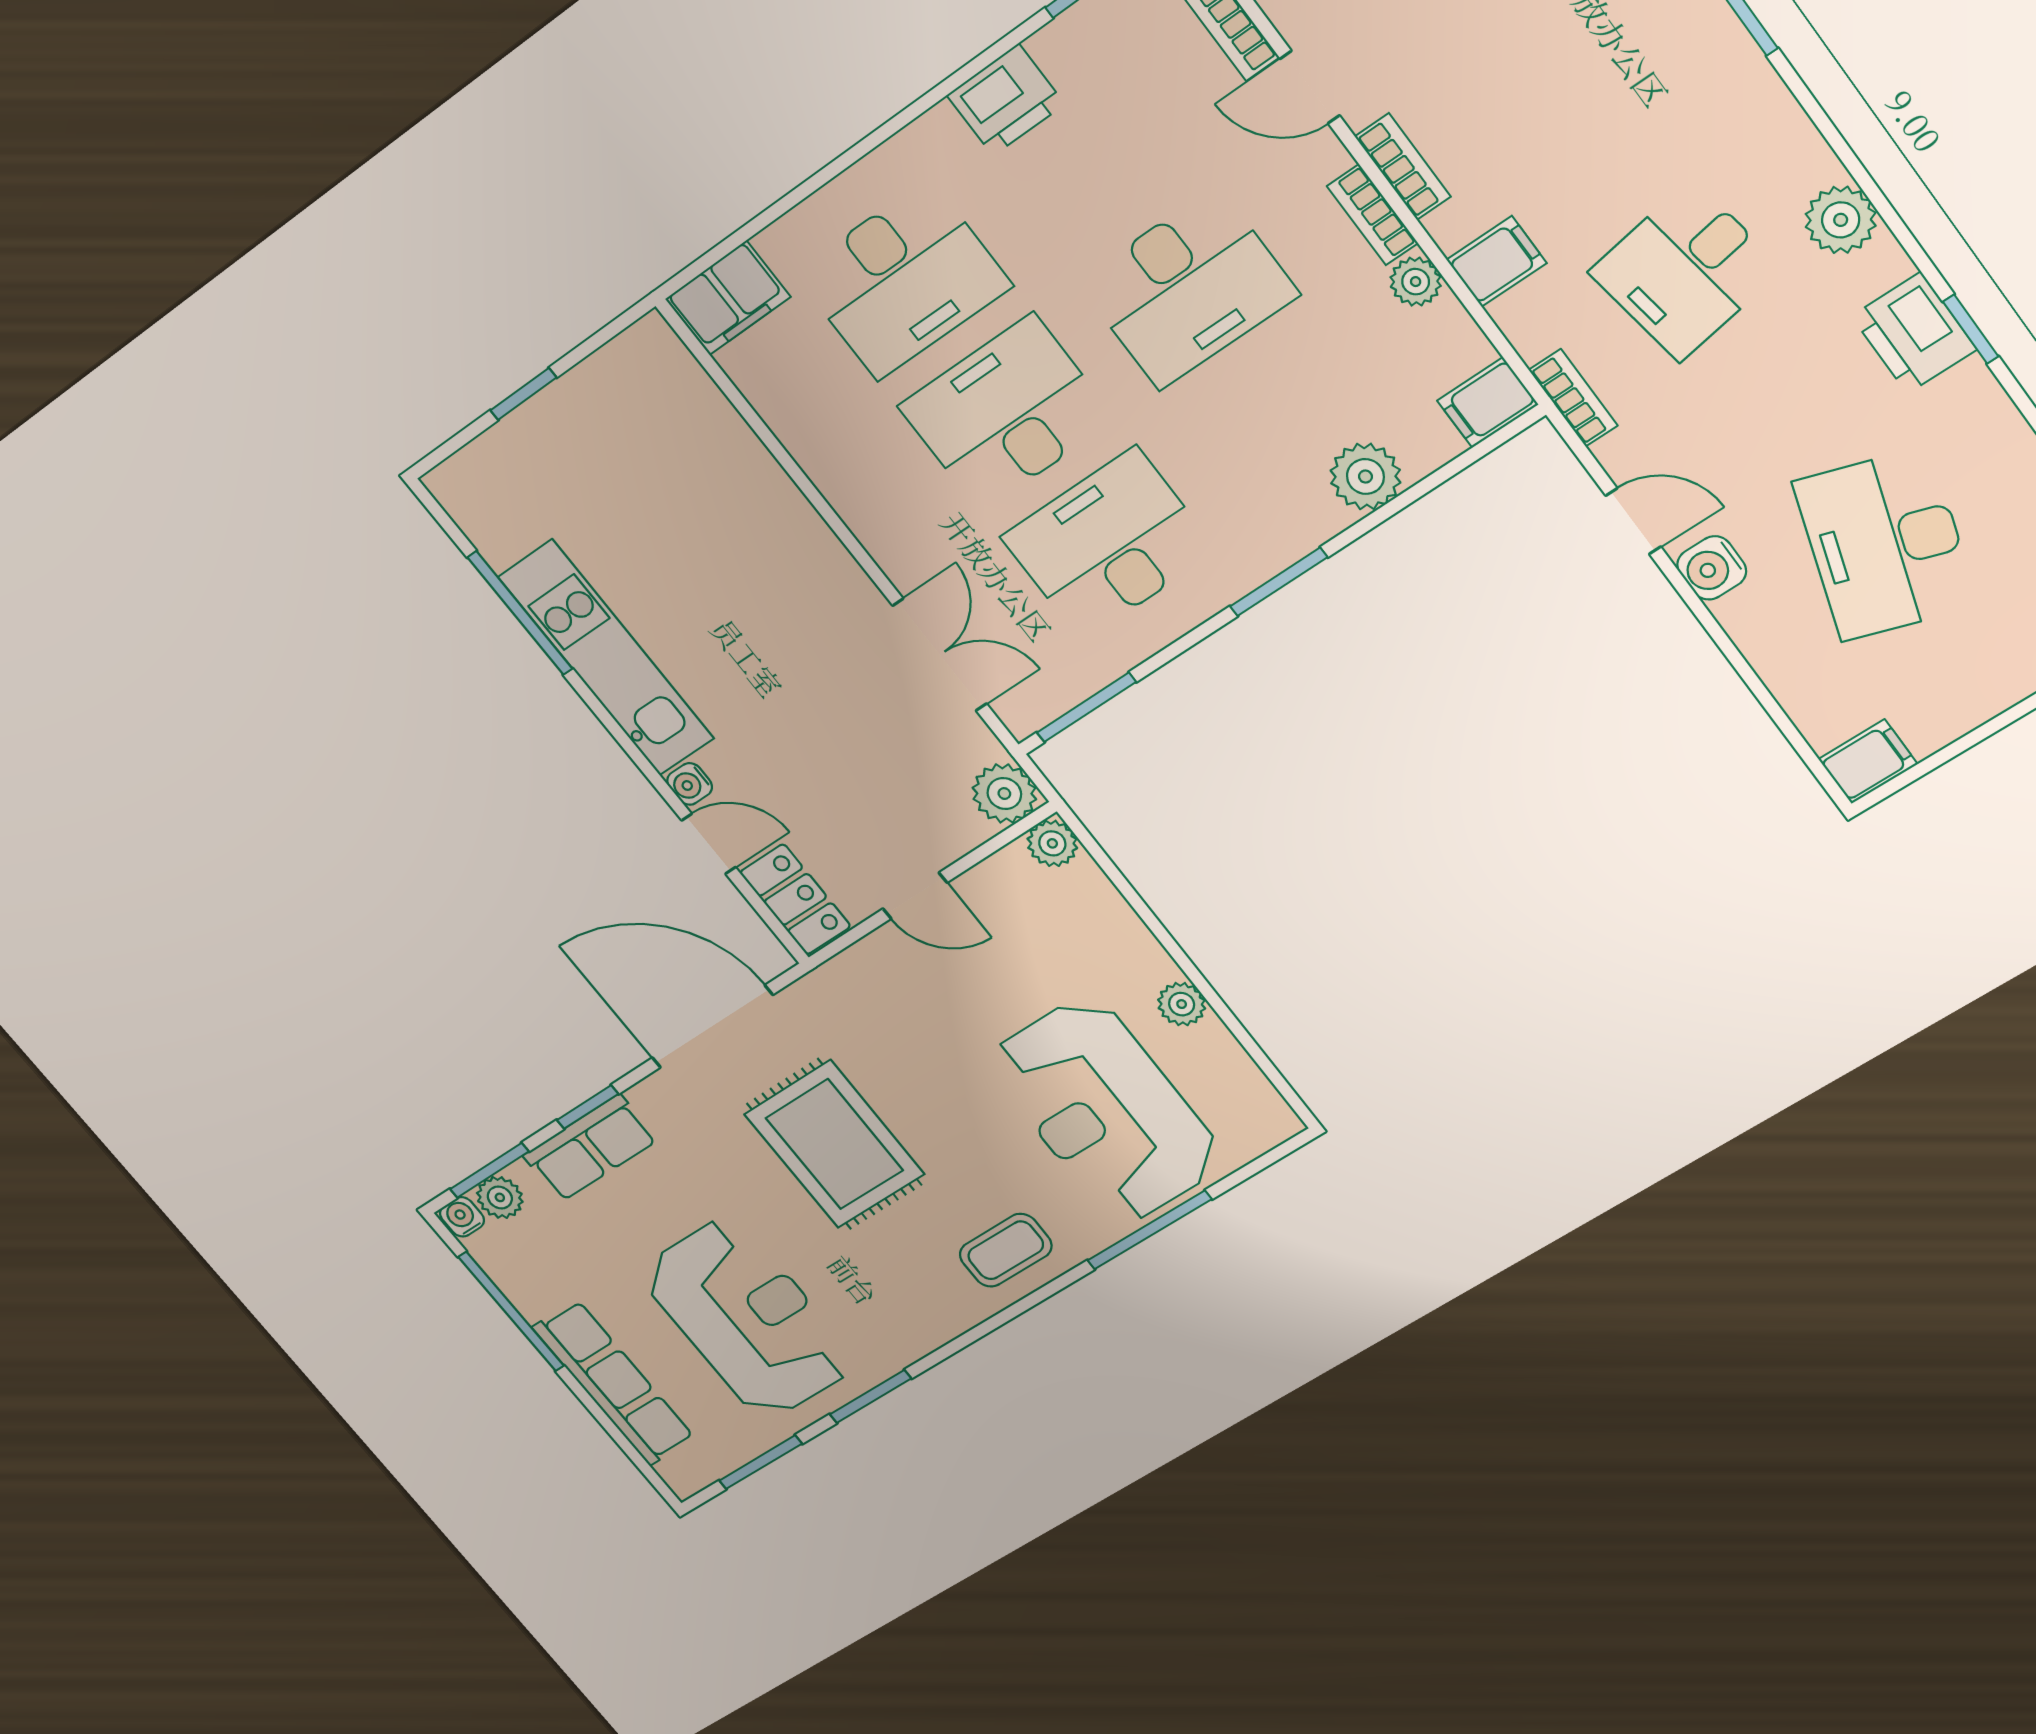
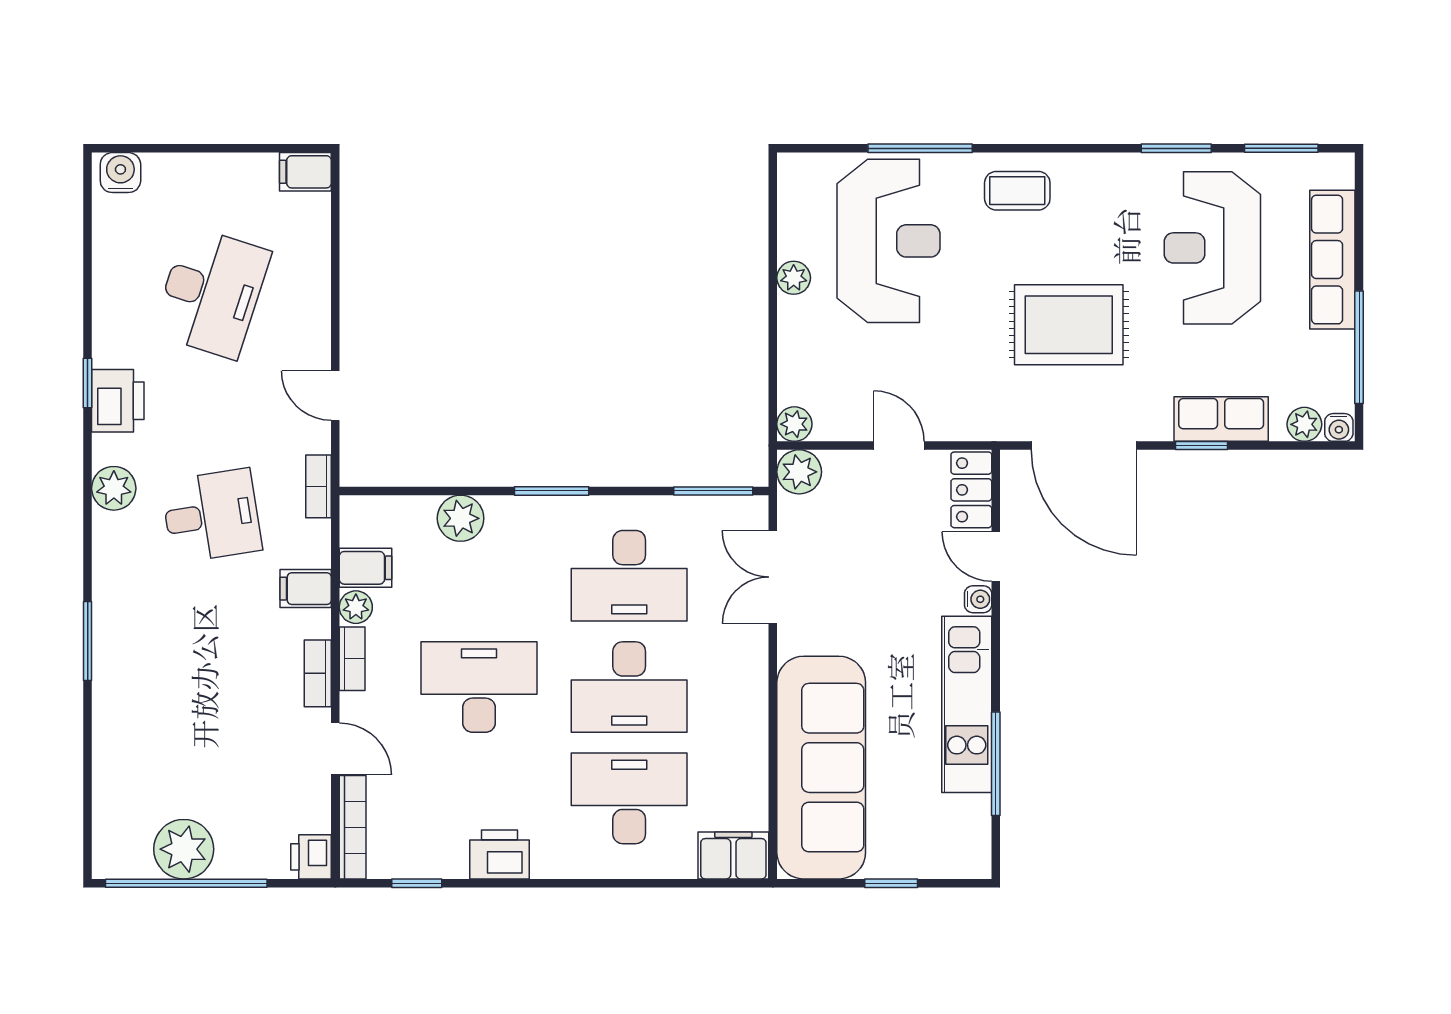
filing cabinet: (1488, 403) -> (366, 568), moved
sofa: (710, 473) -> (821, 768), added
water cooler: (1712, 568) -> (312, 341), removed
rug: (834, 1144) -> (1069, 325), turned 90
window: (489, 1170) -> (1296, 446), removed

